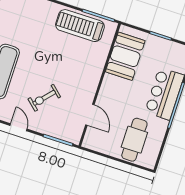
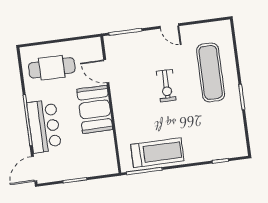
booth: (125, 56) -> (95, 109), moved
exercise bike: (44, 98) -> (166, 86), moved, turned 138
cafe table: (134, 140) -> (52, 68), turned 90

